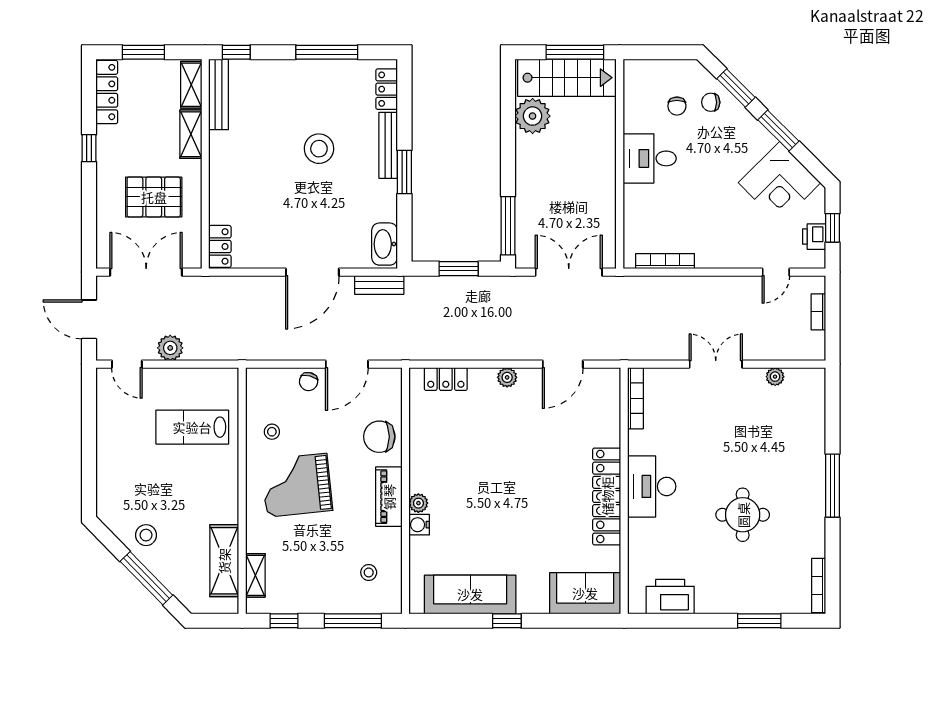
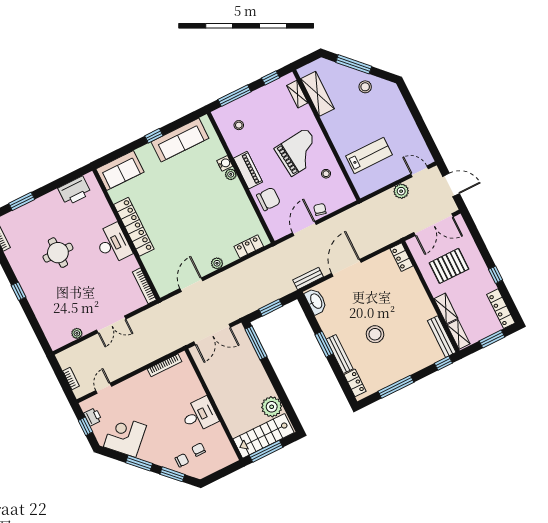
window: (833, 486) -> (18, 291), width x0.46

